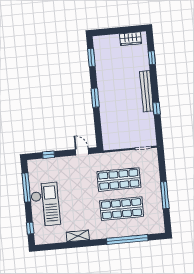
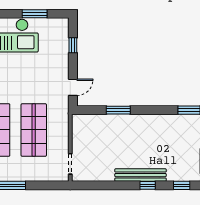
window: (95, 98) -> (118, 110), moved
window: (157, 109) -> (148, 185), moved
window: (26, 188) -> (35, 14), width x0.69

